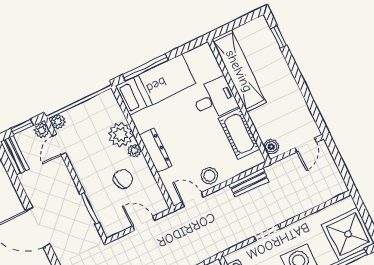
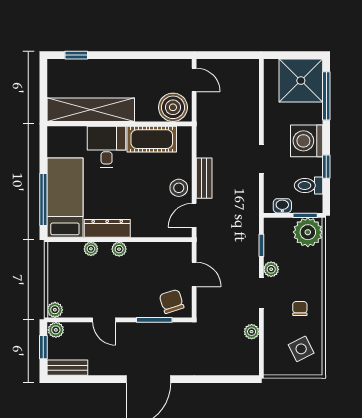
plant: (121, 135) -> (91, 249), width x0.53, depth x0.53
door: (59, 145) -> (104, 320), moved
boiler: (271, 147) -> (173, 107), width x1.86, depth x1.86
dresser: (156, 150) -> (107, 228), moved
chair: (123, 179) -> (172, 301), moved
bench: (249, 183) -> (204, 178), moved
door: (144, 223) -> (194, 274), swing flipped

